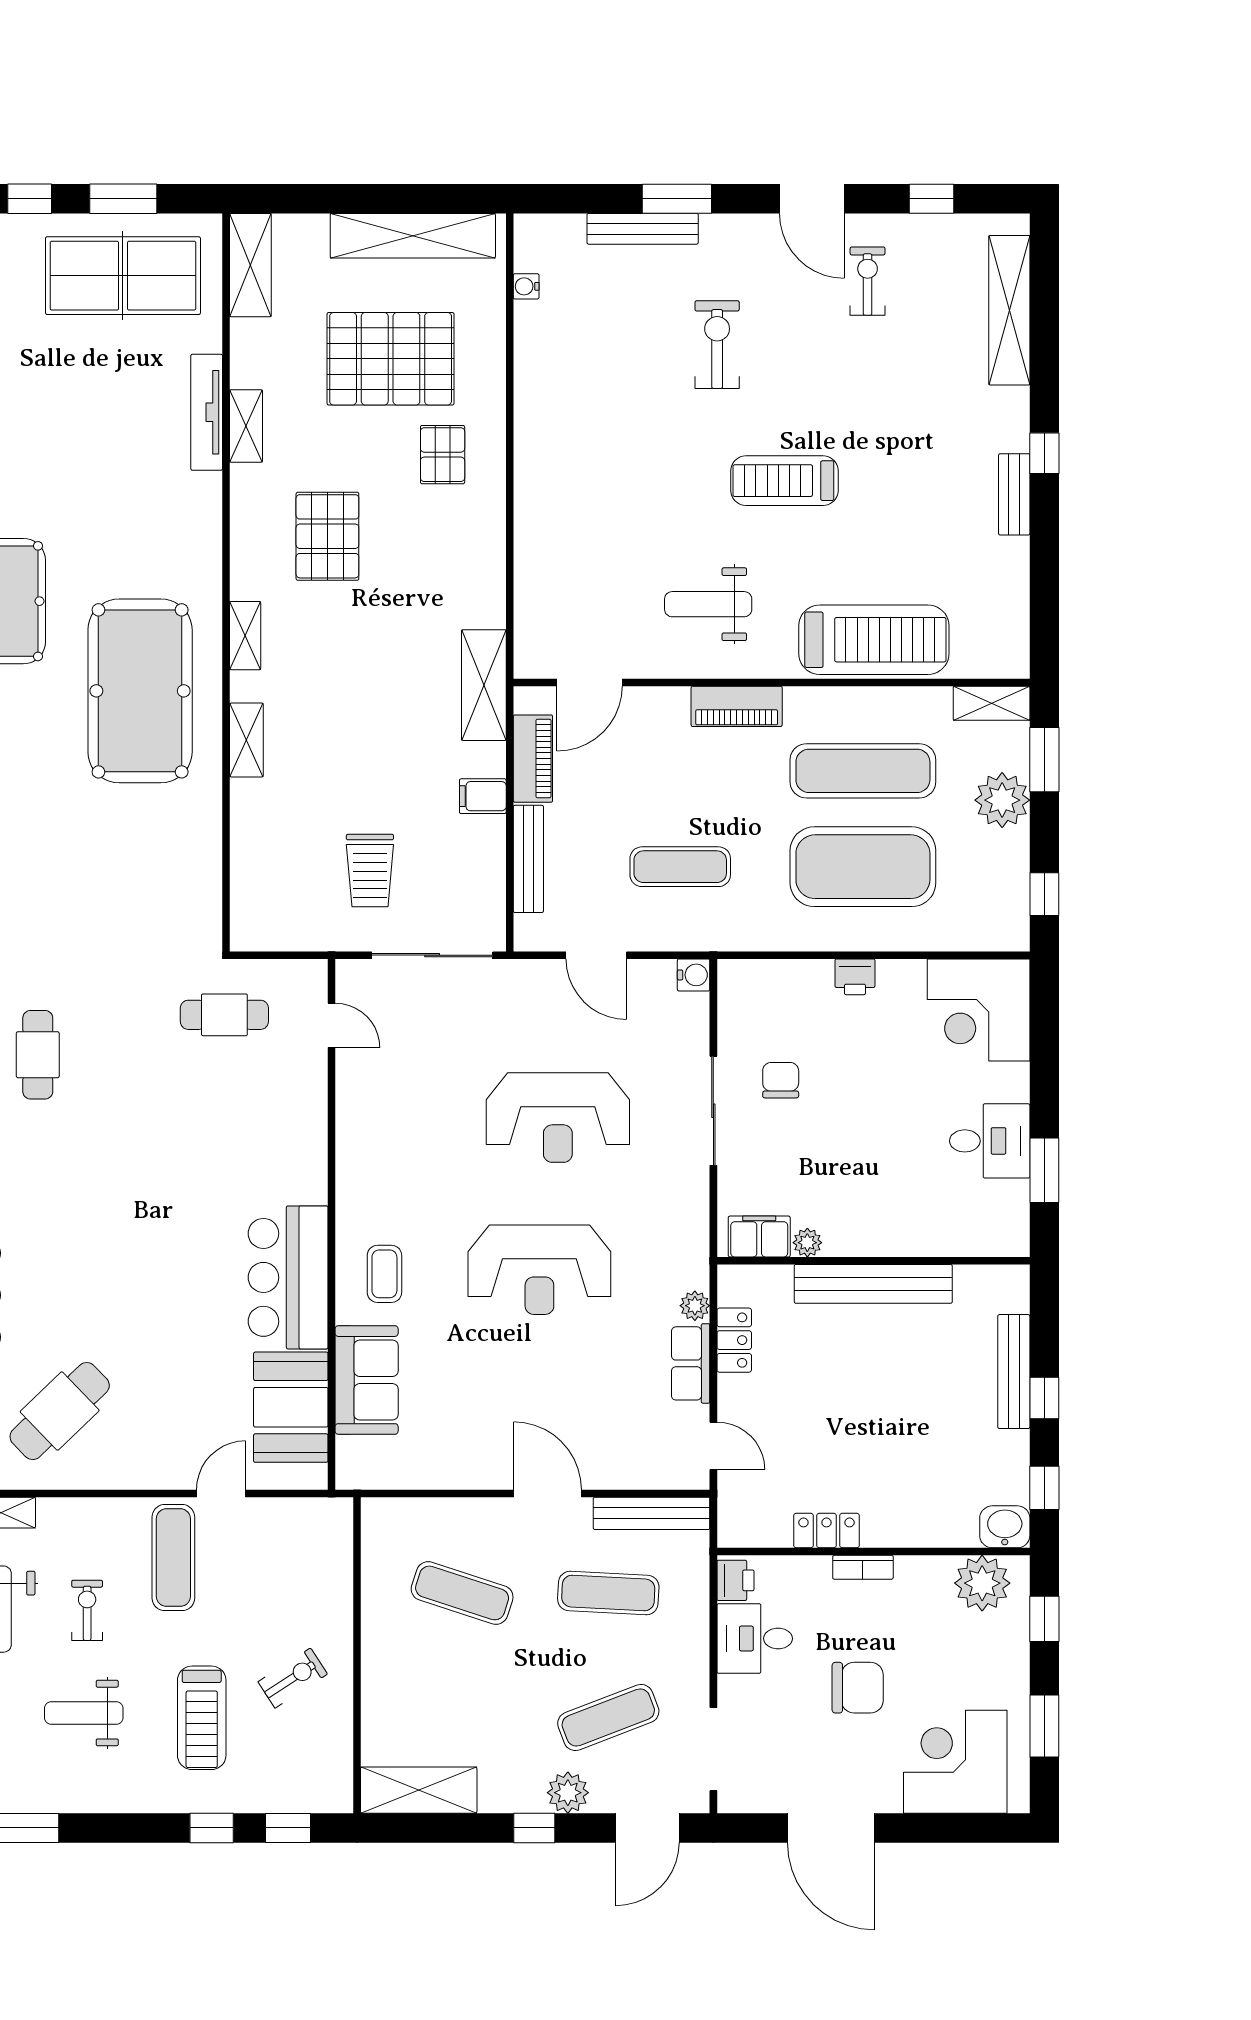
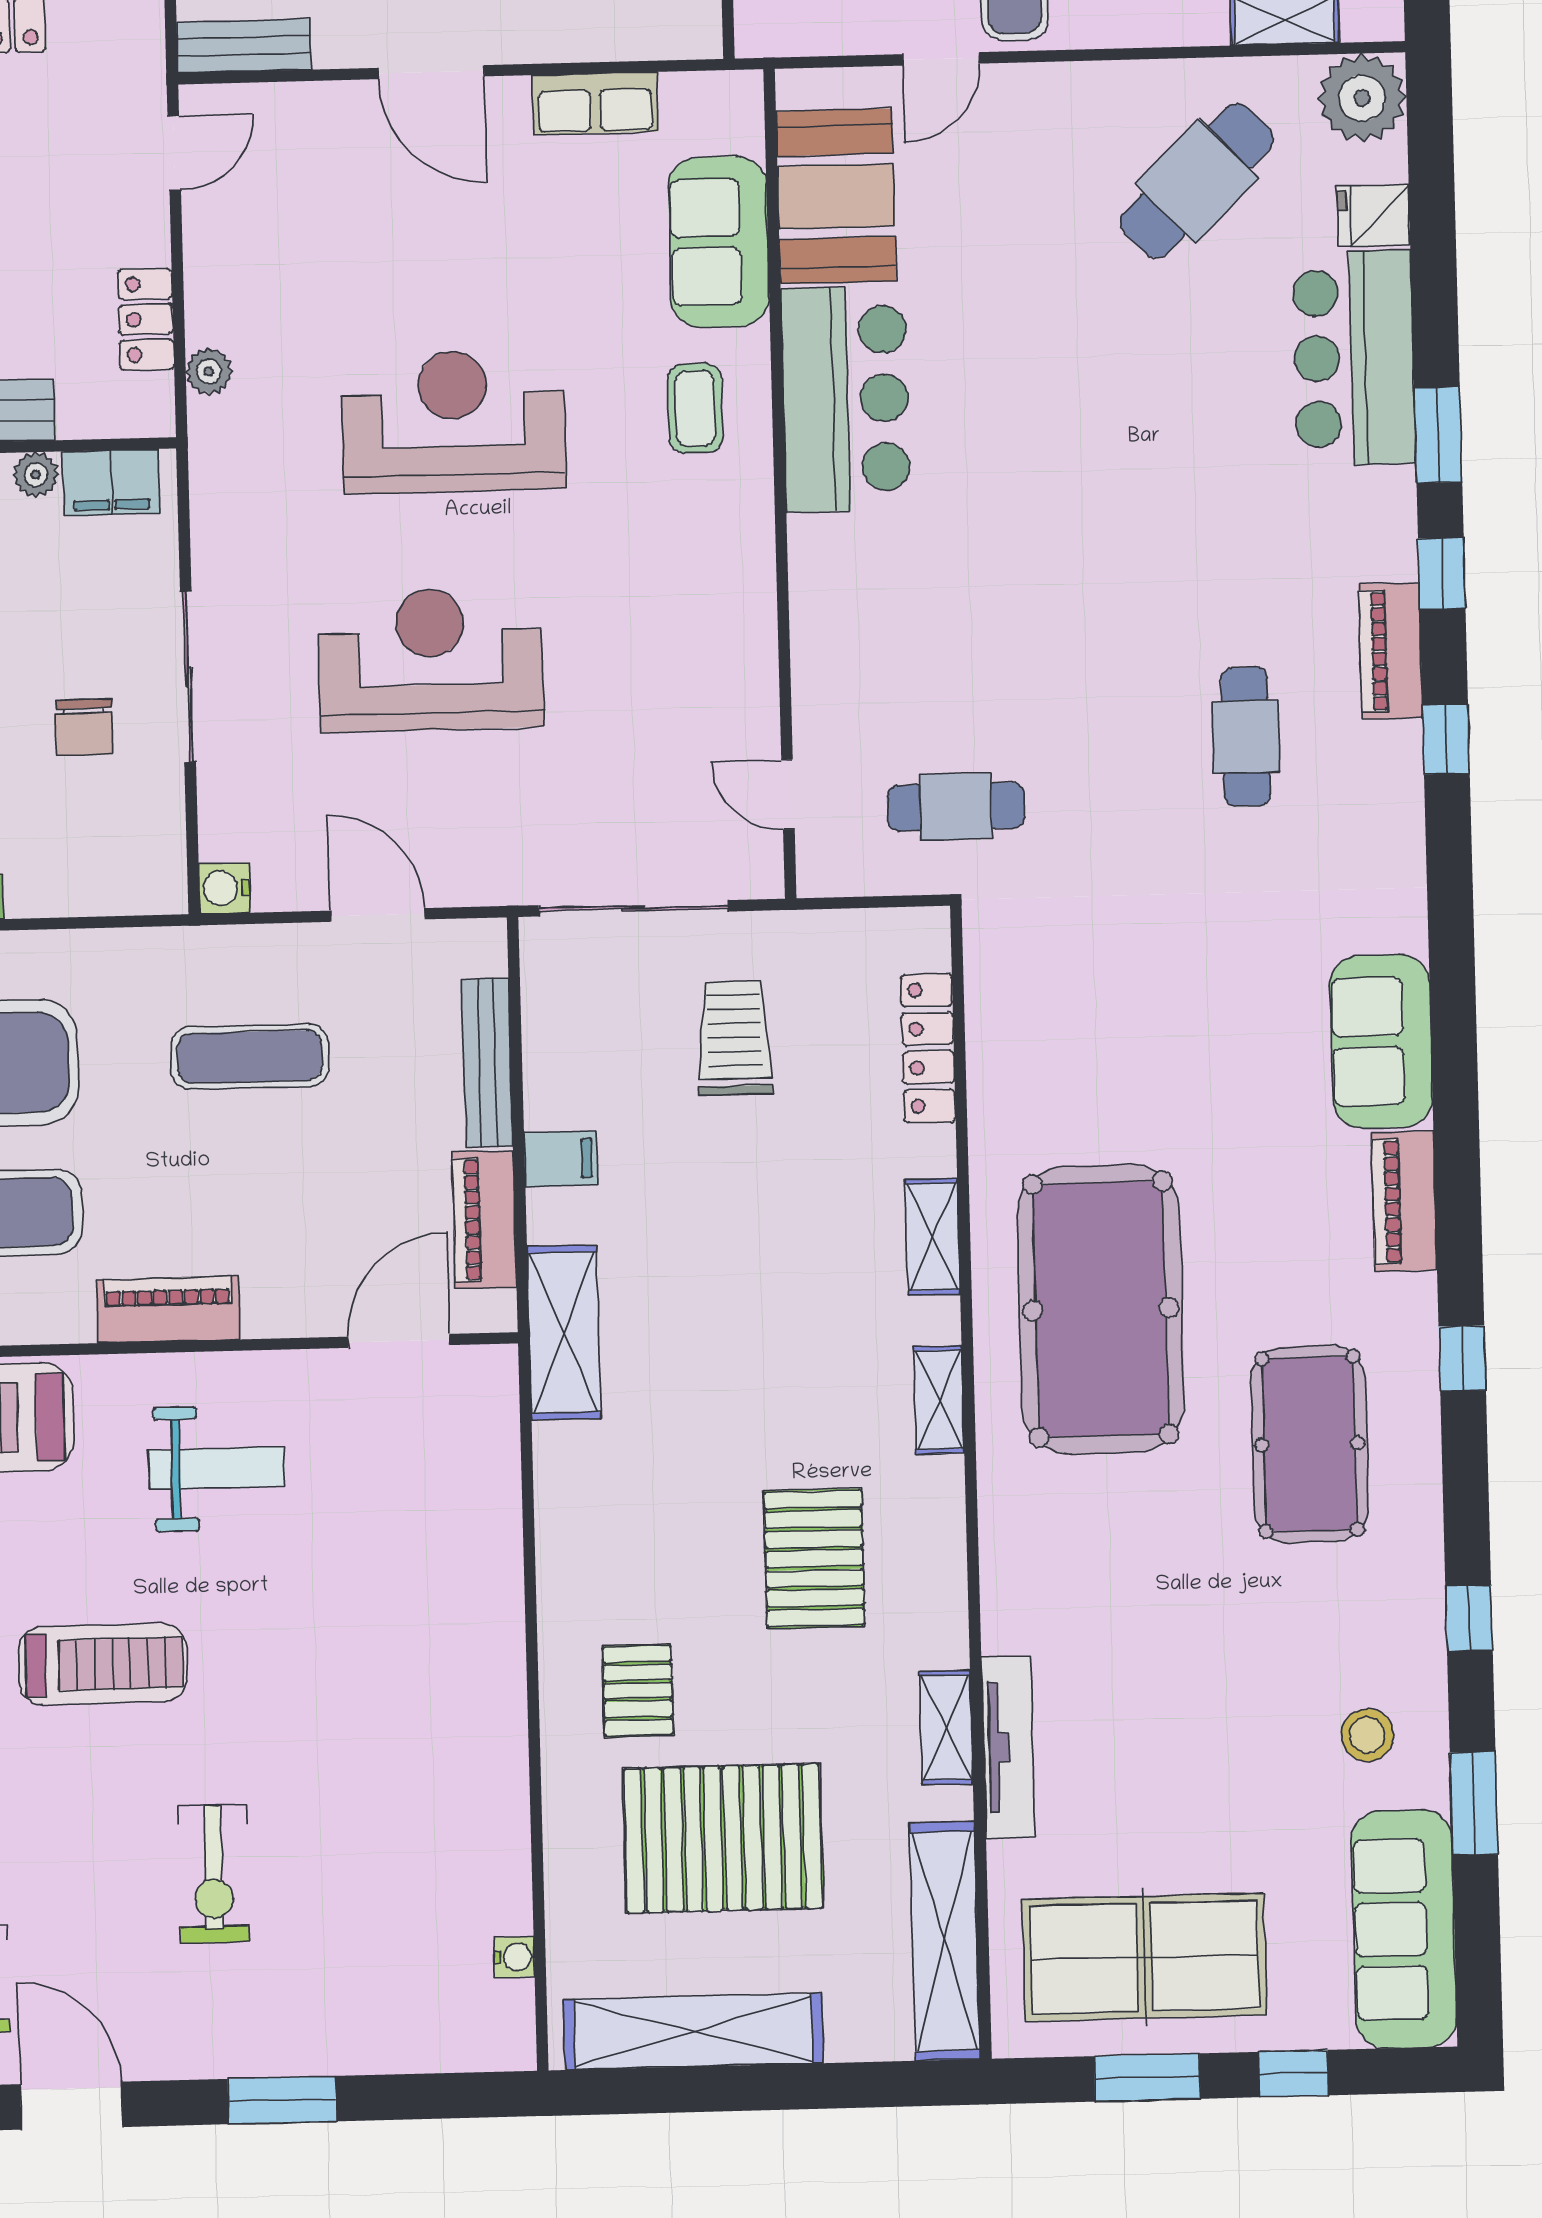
bench: (643, 229) -> (335, 2052), removed
shelving: (250, 265) -> (945, 1941), width x1.47
locker: (246, 861) -> (928, 1048), added
row of seats: (691, 1363) -> (595, 103), moved, turned 90
door: (713, 1446) -> (174, 153), swing flipped
bench: (652, 1513) -> (244, 46), width x0.73

